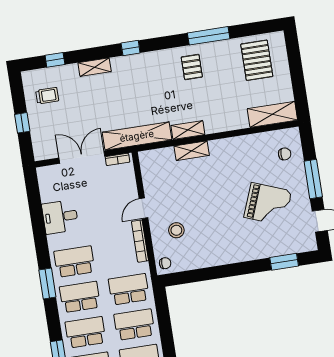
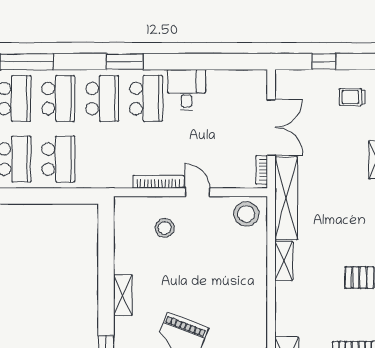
trolley: (47, 96) -> (352, 97), turned 90
shelving: (192, 151) -> (123, 295), moved
stool: (155, 166) -> (246, 214), added
desk: (60, 217) -> (186, 90), moved
chair: (165, 263) -> (127, 208), removed
school desk: (129, 289) -> (102, 159), removed

